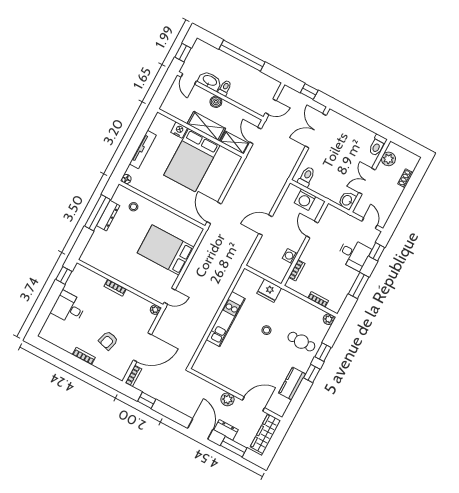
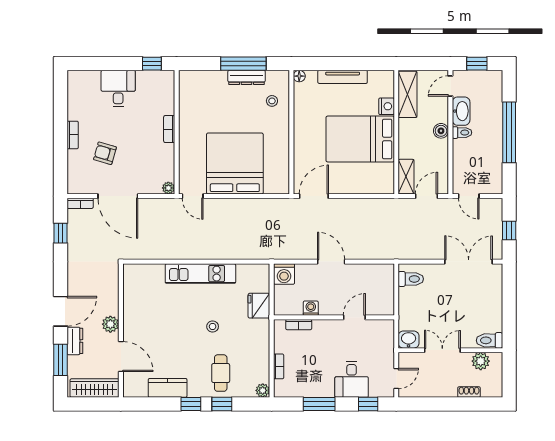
shelving: (206, 126) -> (408, 94), moved
washing machine: (305, 200) -> (284, 274), moved, turned -90
bed: (166, 250) -> (235, 164), width x1.36

